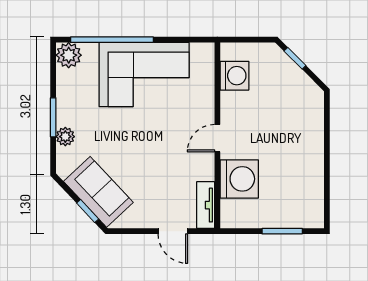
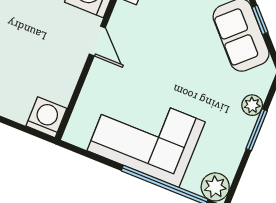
washing machine: (234, 76) -> (46, 117), moved, turned 90
door: (217, 138) -> (97, 41), hinge flipped

